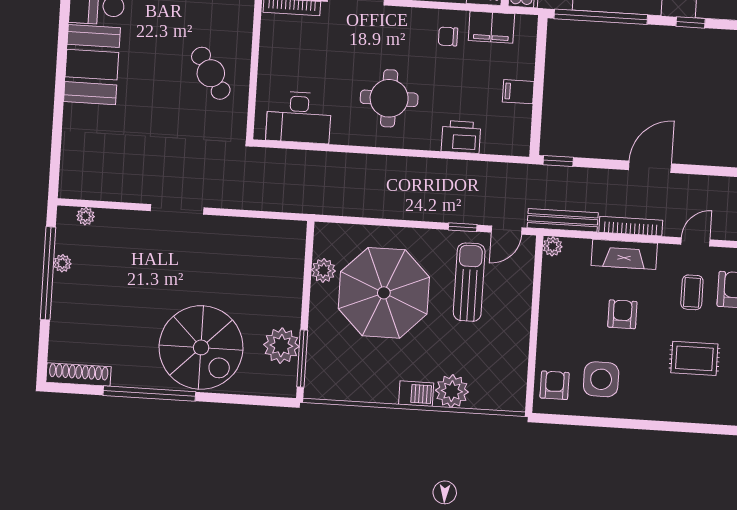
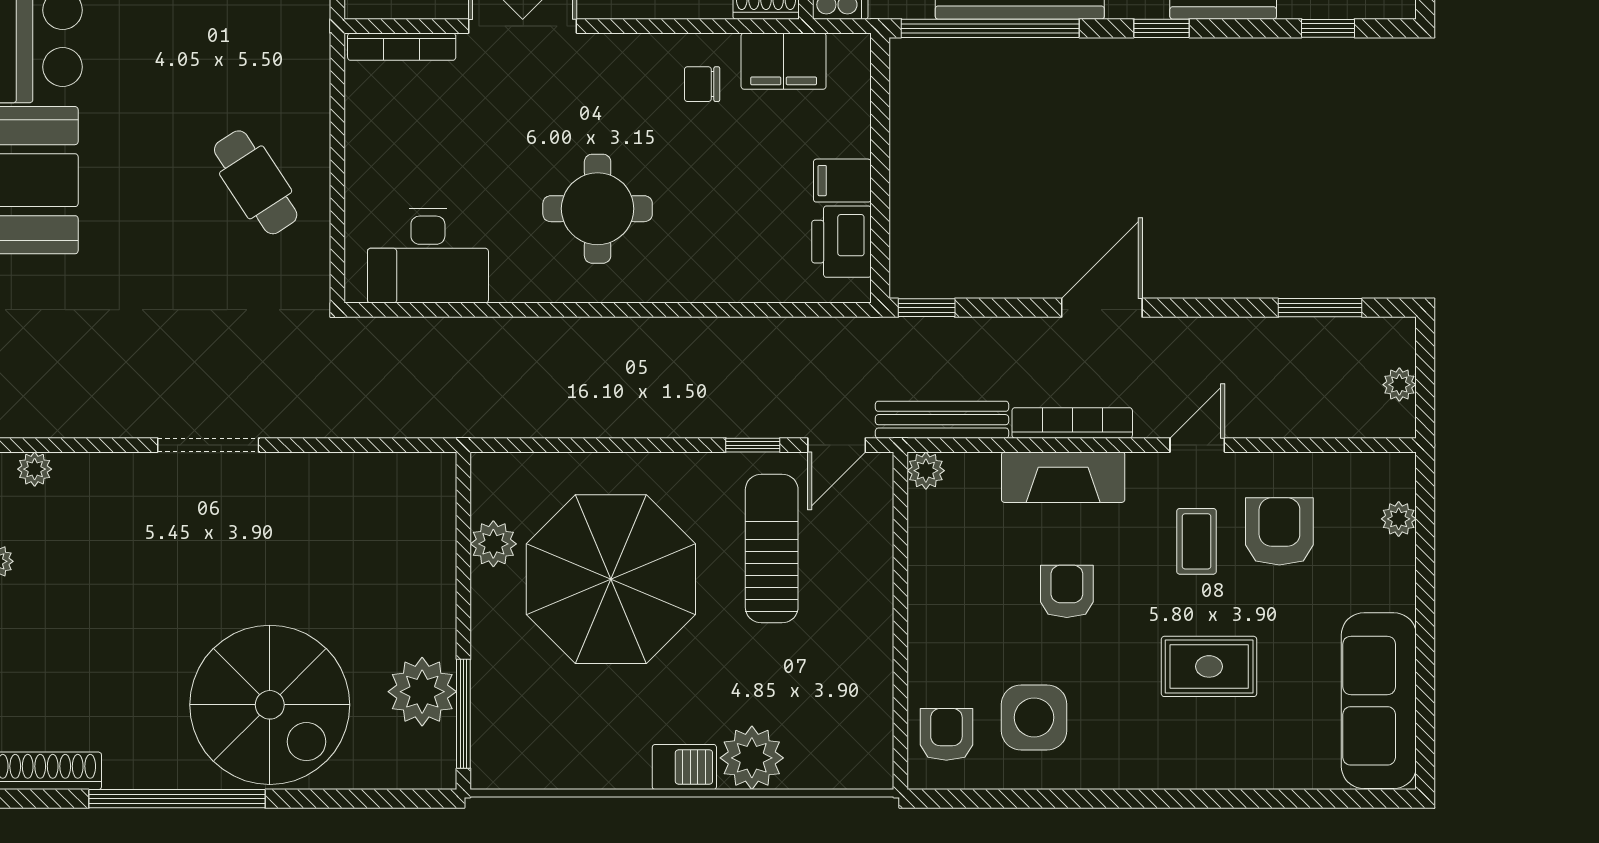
printer: (461, 137) -> (841, 242), moved, turned -90

